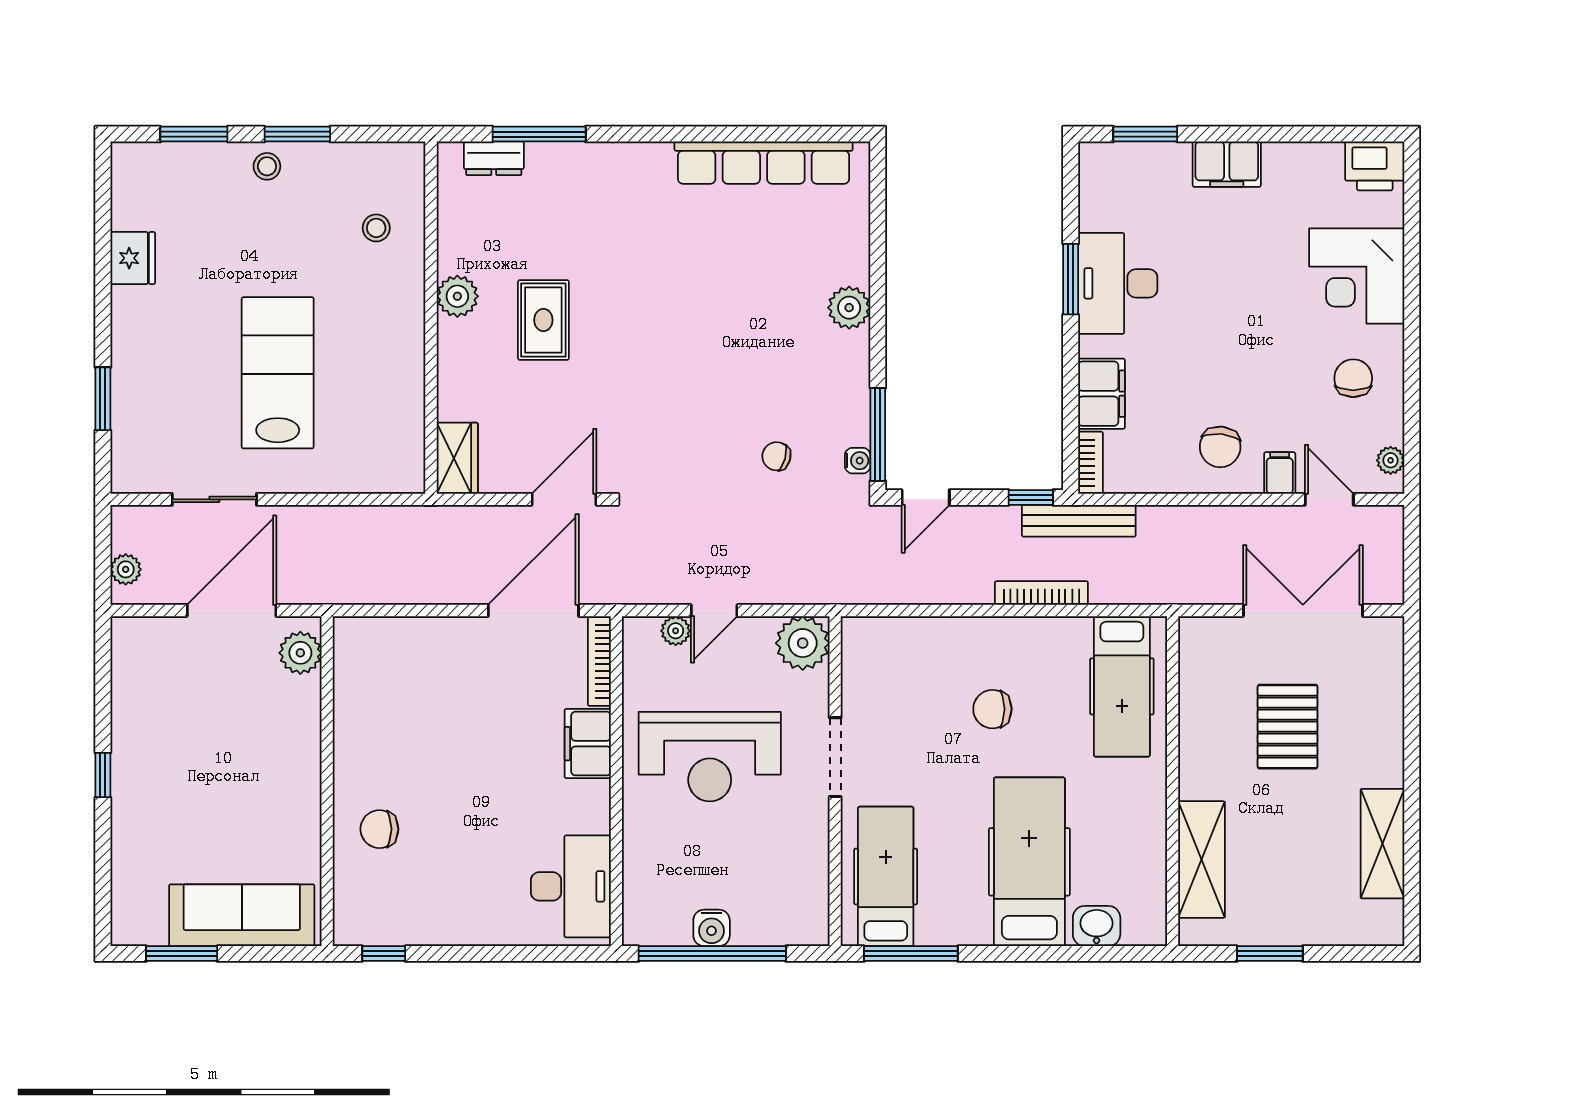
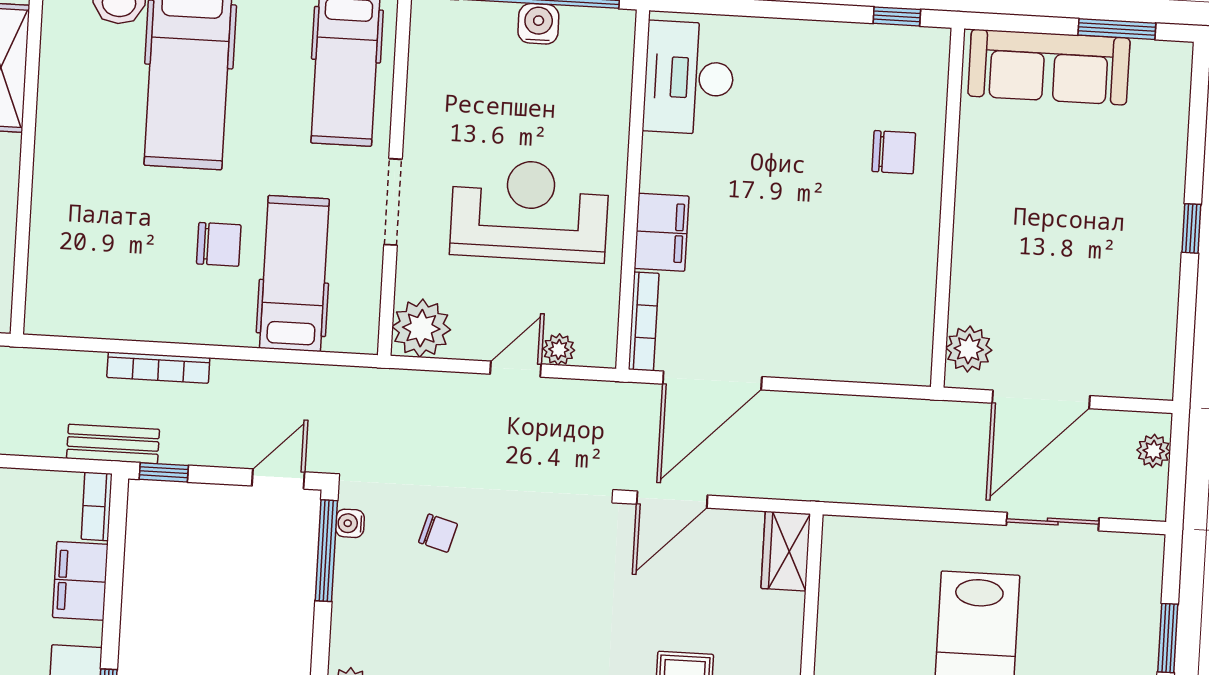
bench: (1079, 521) -> (113, 444), width x0.73
hospital bed: (1122, 686) -> (294, 274), moved

